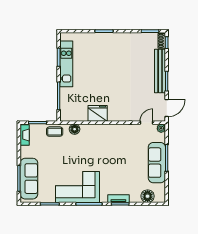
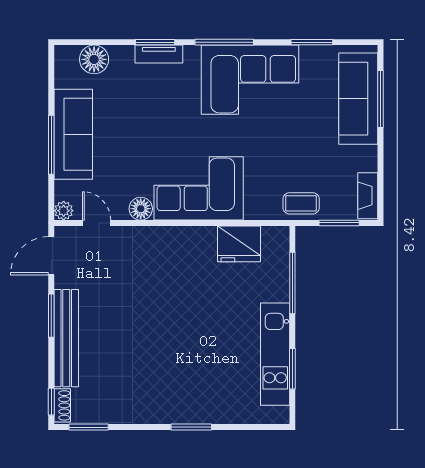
fridge: (98, 113) -> (239, 244), moved
door: (146, 123) -> (97, 223), swing flipped
floor lamp: (75, 129) -> (141, 209), moved
corner sofa: (101, 138) -> (199, 188), added

